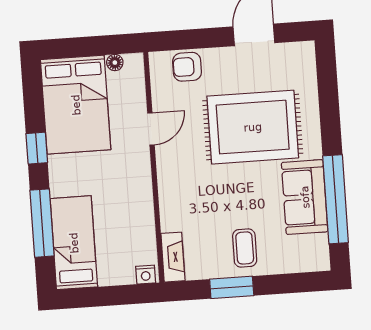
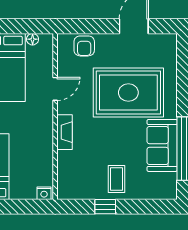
armchair: (187, 67) -> (84, 46), turned -90
fireplace: (173, 257) -> (64, 132), moved
window: (232, 287) -> (105, 207), width x0.67

